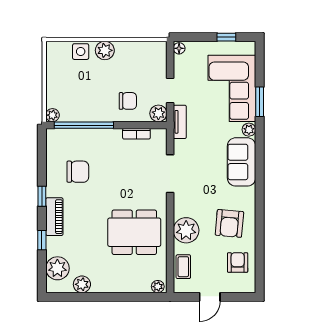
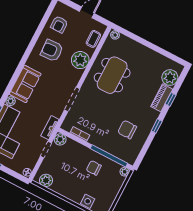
plant: (105, 50) -> (46, 180), moved
chair: (128, 101) -> (94, 168), moved
piano: (54, 217) -> (162, 98), moved
armchair: (229, 223) -> (52, 51), turned -98
dining table: (134, 232) -> (112, 75), turned 90
plant: (82, 284) -> (160, 60), removed

